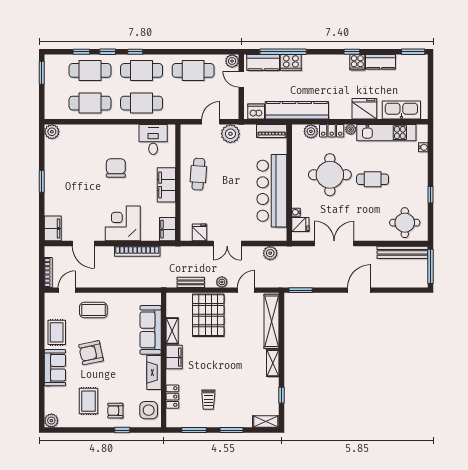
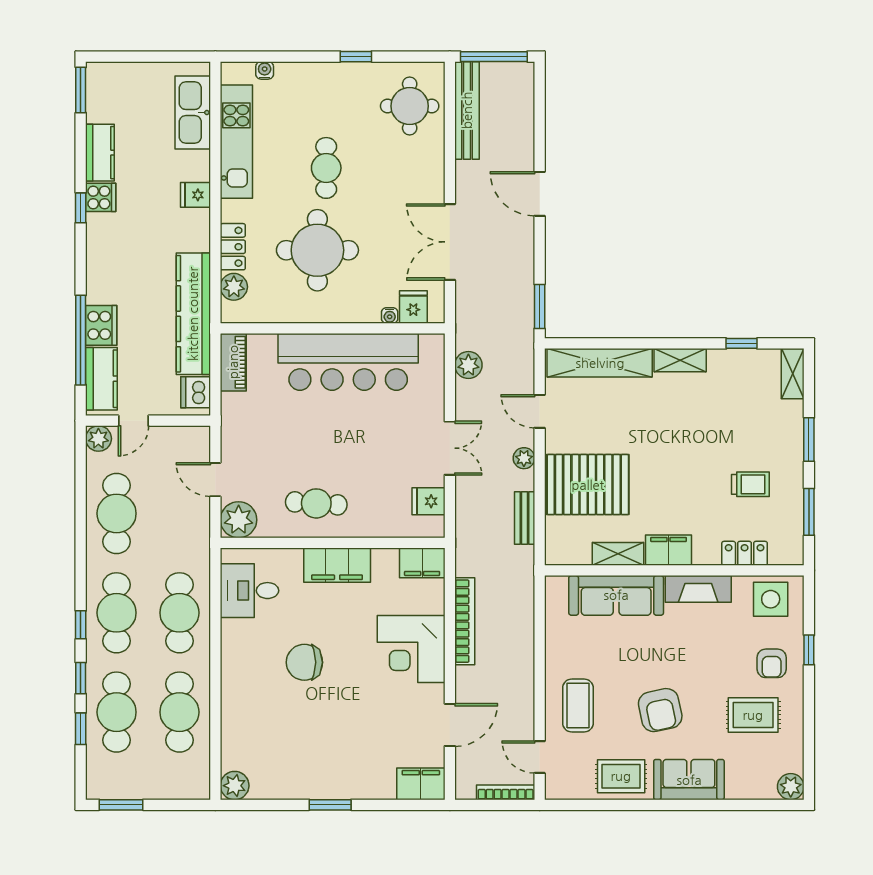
fridge: (364, 109) -> (195, 195), width x0.53, depth x0.75
plant: (351, 129) -> (230, 210), removed
plant: (230, 134) -> (239, 520), moved

